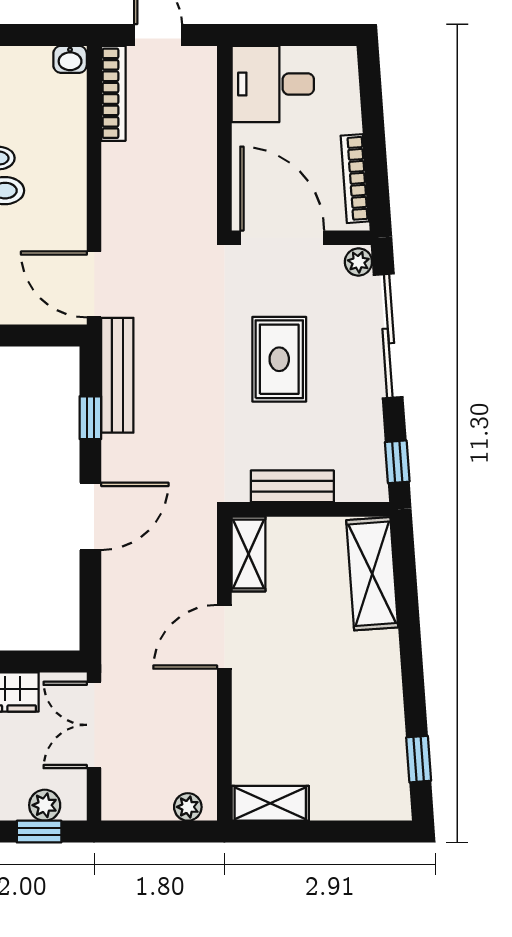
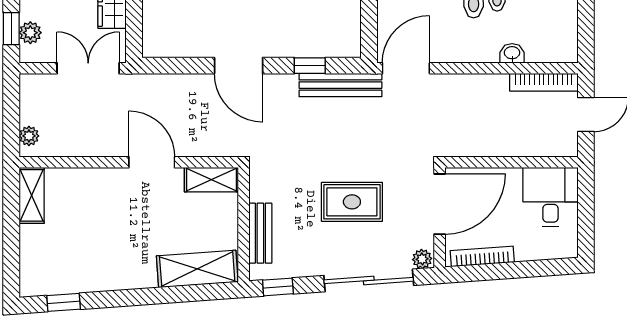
washbasin: (70, 59) -> (512, 53), moved, turned 90
bench: (292, 486) -> (260, 233), moved

